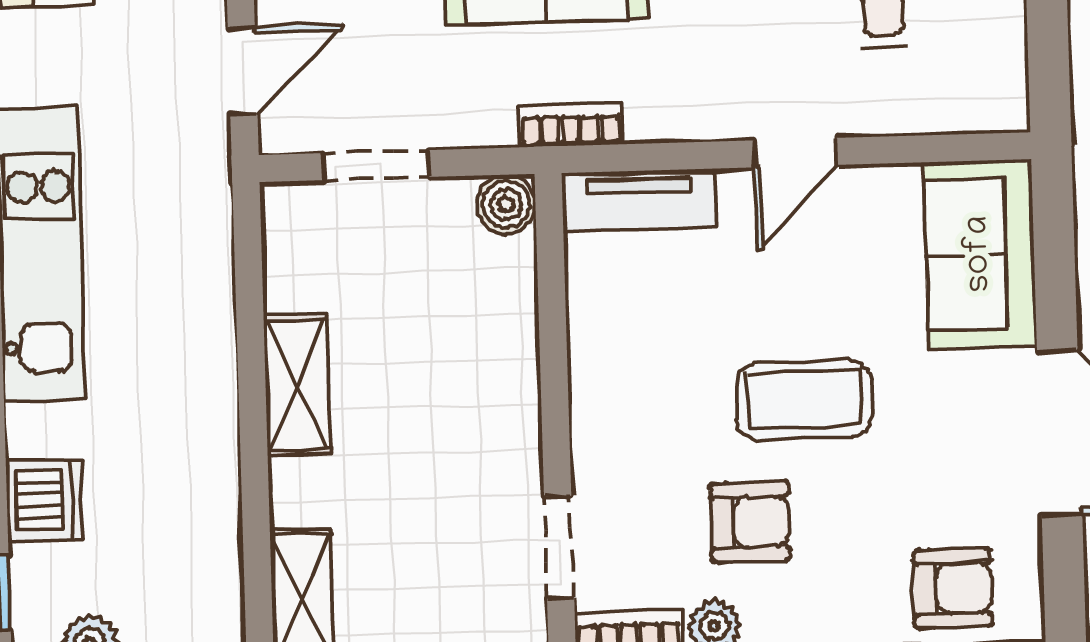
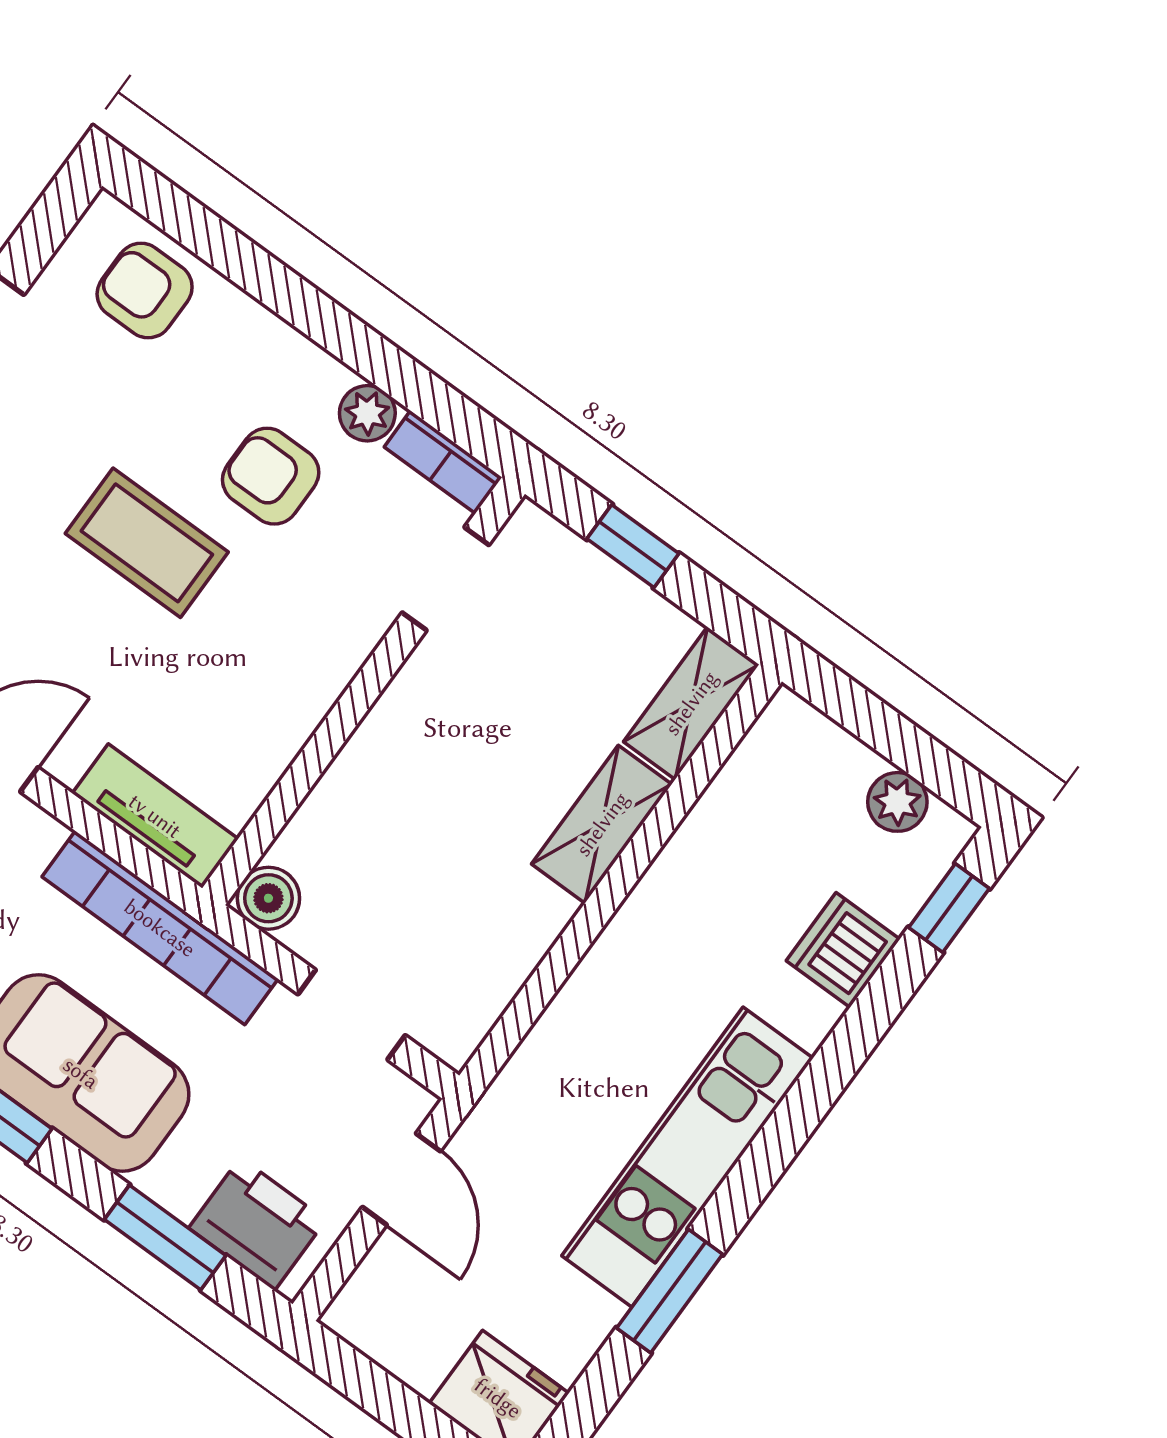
door: (243, 71) -> (401, 1179), swing flipped
bookcase: (570, 125) -> (160, 928), width x2.31, depth x1.31
shelving: (297, 385) -> (602, 824), moved

